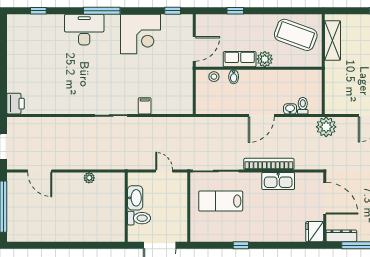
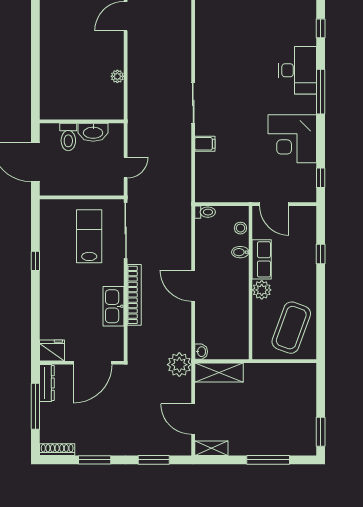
window: (38, 11) -> (321, 28), moved
shelving: (333, 41) -> (219, 372), moved
toilet: (303, 106) -> (205, 212), moved
washbasin: (290, 109) -> (201, 352), moved

